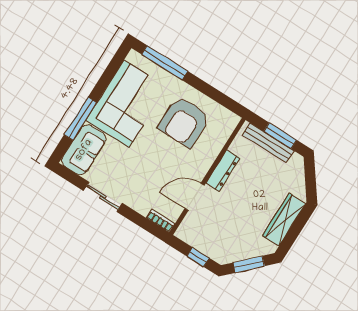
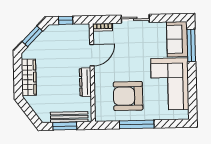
window: (165, 63) -> (137, 124), moved
window: (81, 119) -> (191, 45), moved
armchair: (184, 122) -> (128, 96), turned -90
sliding door: (103, 197) -> (135, 19), moved

